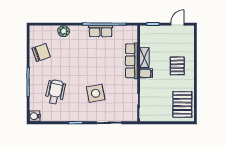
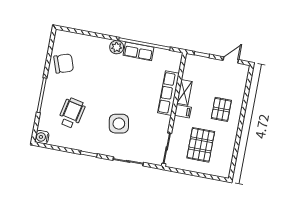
plant: (64, 31) -> (117, 47), moved
pallet: (182, 104) -> (201, 145), moved

